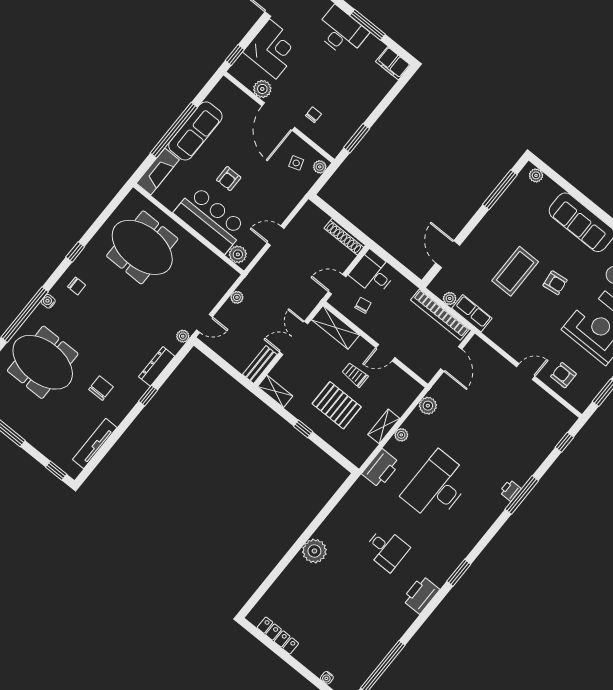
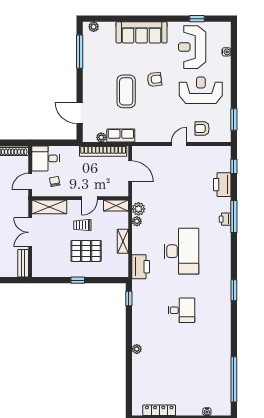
shelving: (275, 391) -> (116, 206), moved
plant: (401, 435) -> (137, 221), moved
desk: (437, 487) -> (181, 251), turned 180
window: (341, 492) -> (129, 298), added
plant: (314, 551) -> (137, 349), width x0.53, depth x0.53
printer: (421, 595) -> (222, 185), moved

